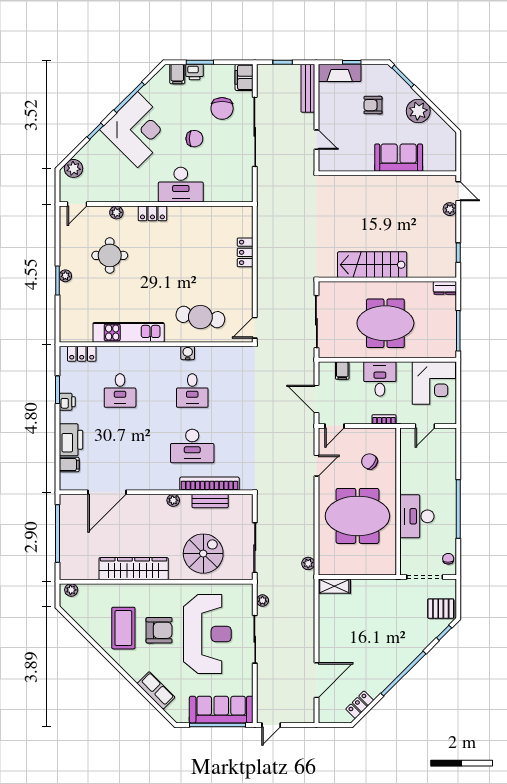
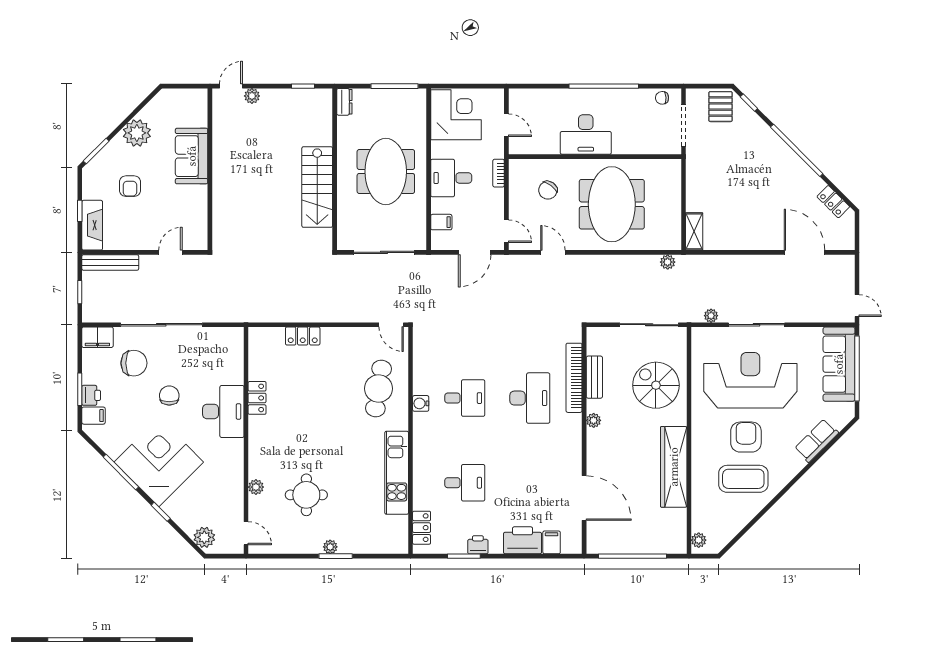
locker: (152, 213) -> (257, 398), moved
desk: (417, 516) -> (586, 134), moved

